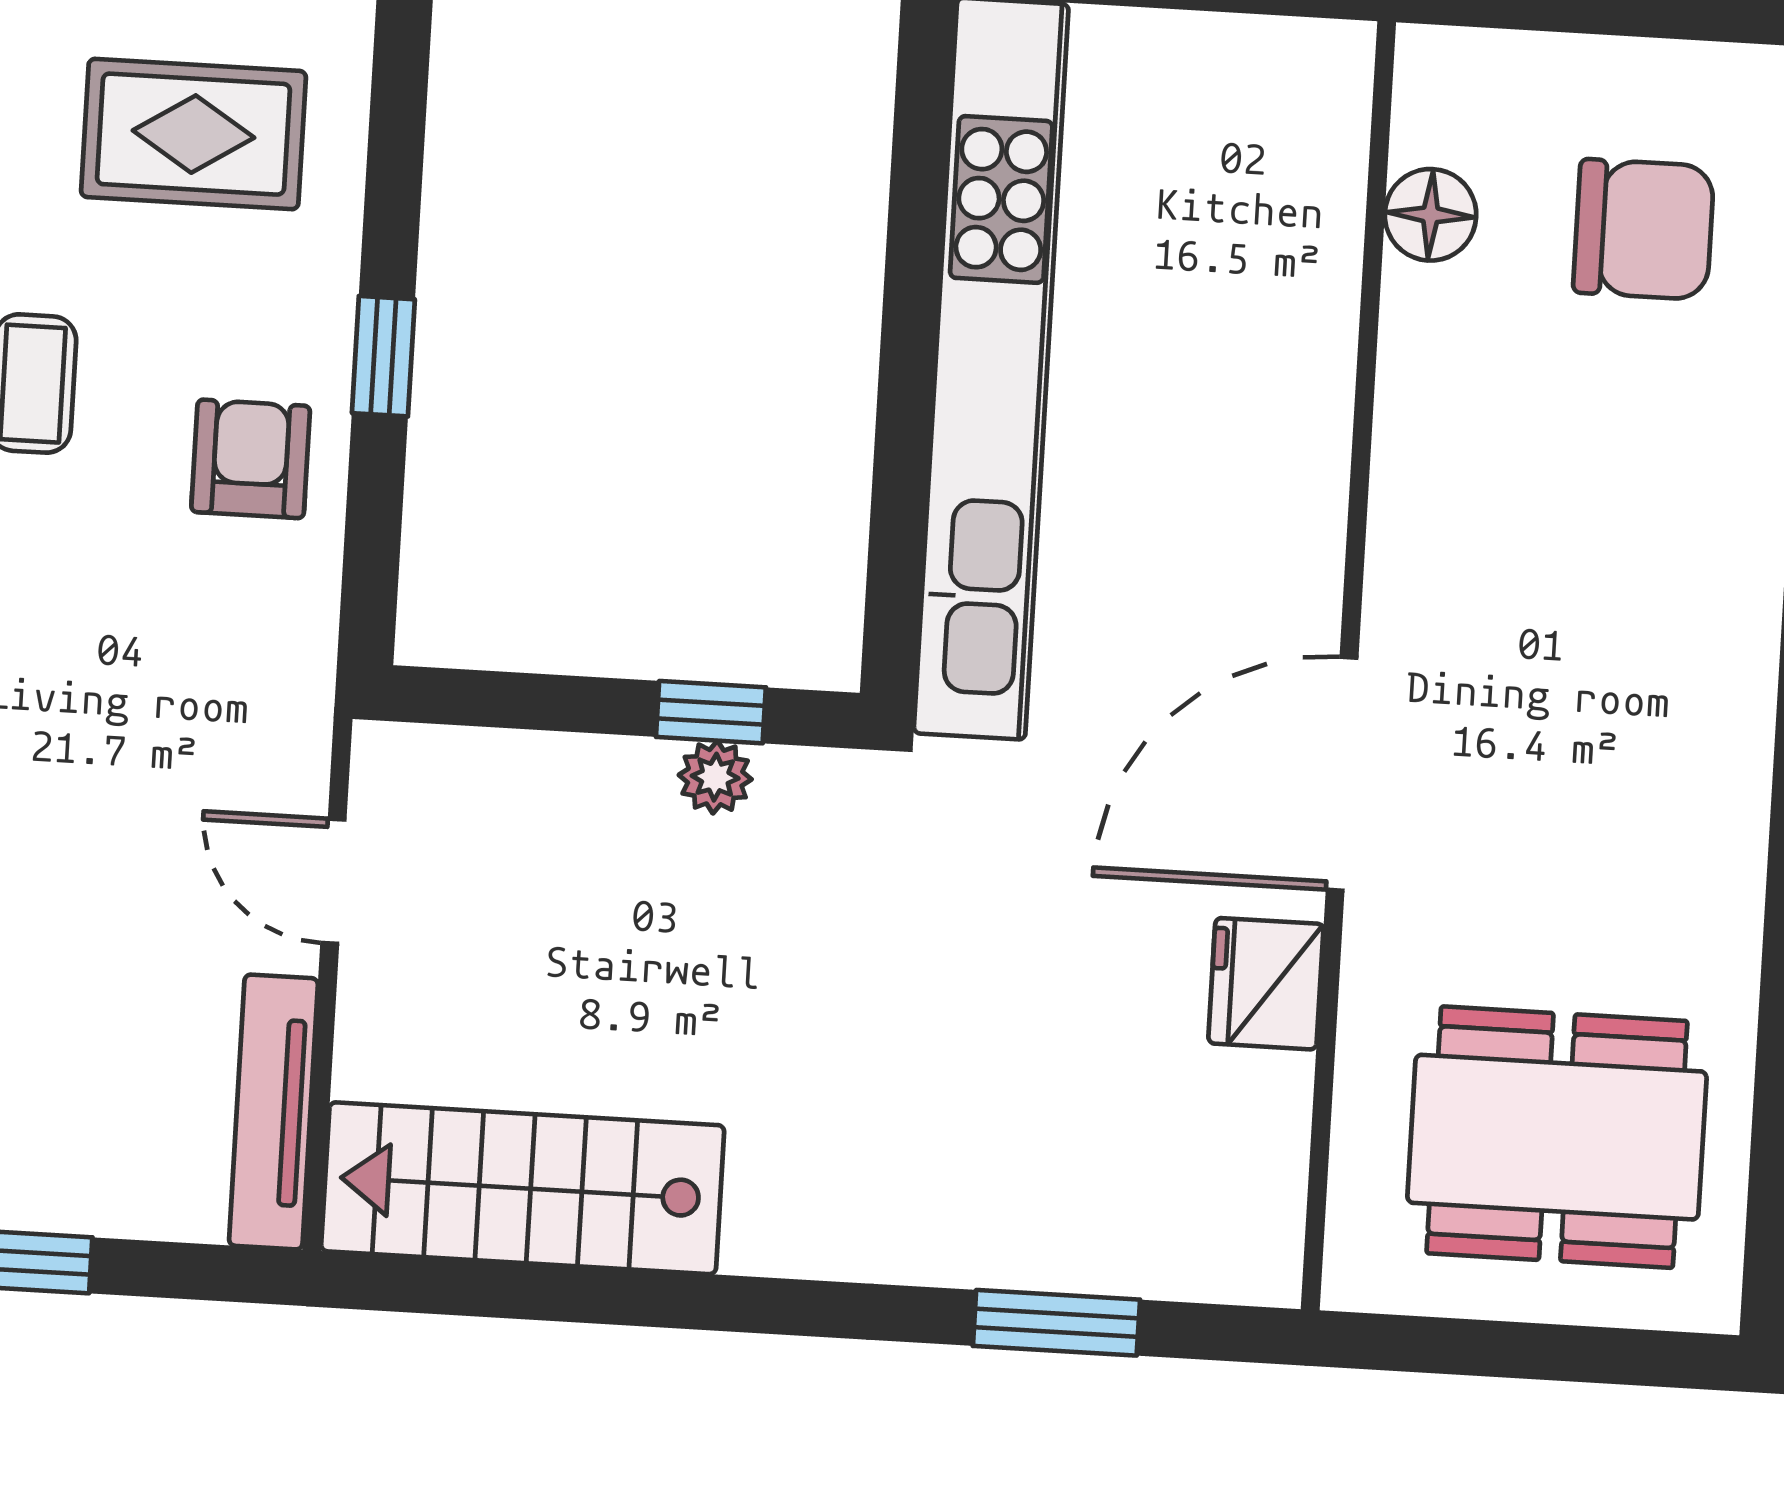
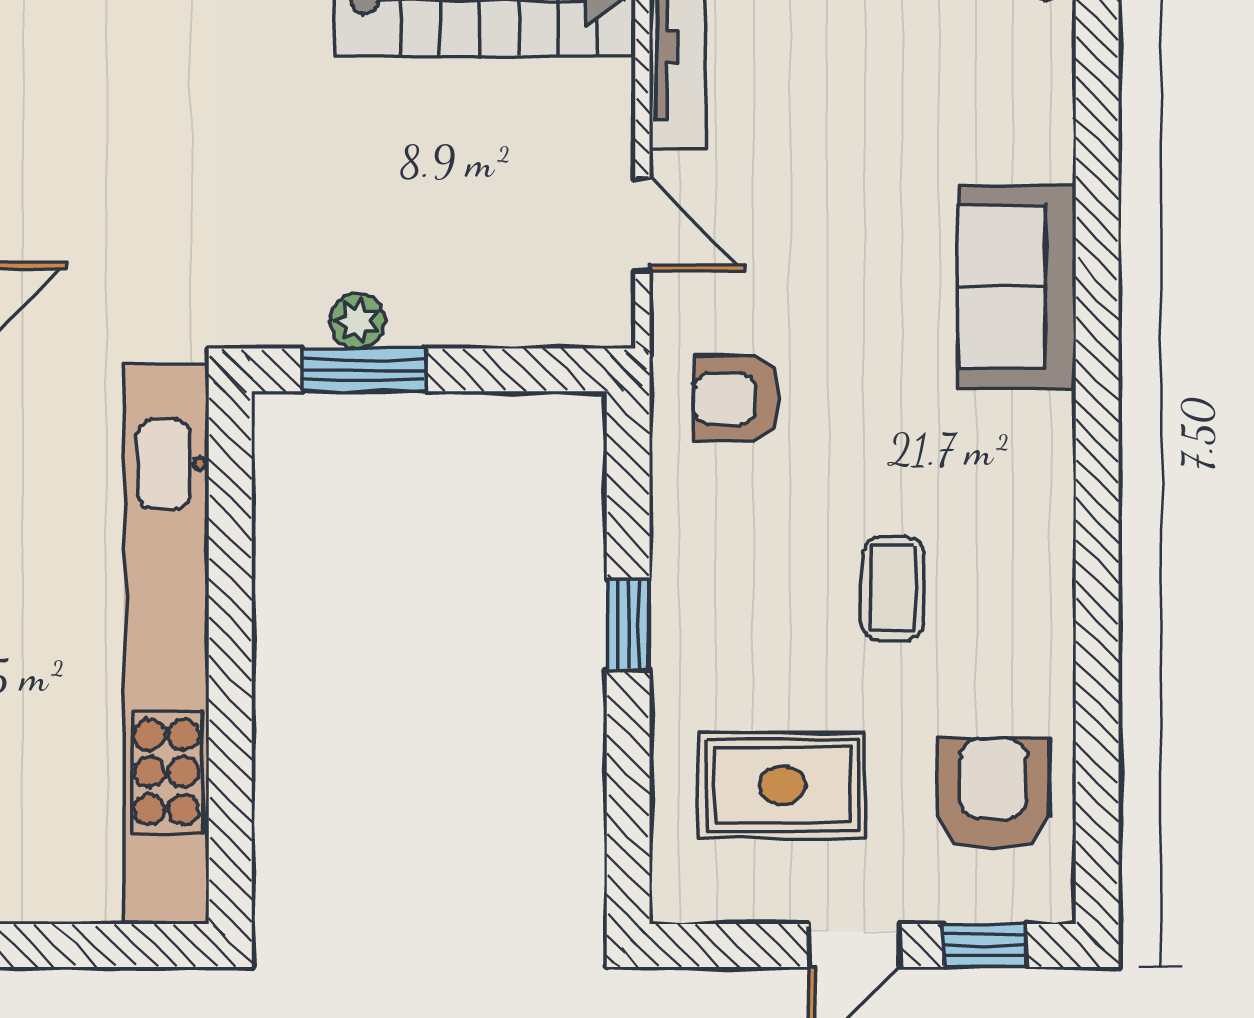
armchair: (251, 459) -> (737, 399), moved, turned 90
window: (711, 712) -> (364, 370), width x1.50

